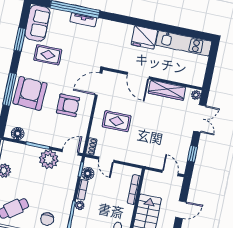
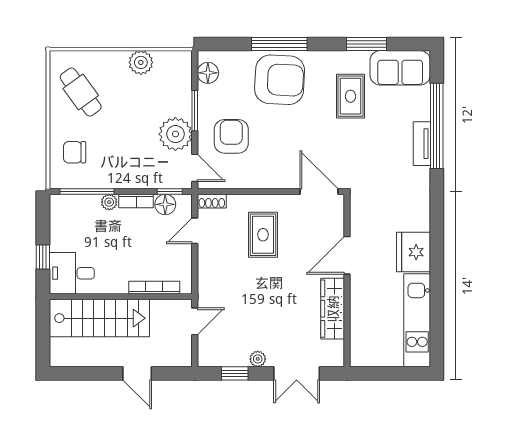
plant: (196, 95) -> (258, 359), moved
armchair: (68, 105) -> (231, 136), moved, turned 180
door: (170, 173) -> (195, 321), moved

